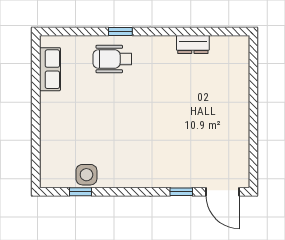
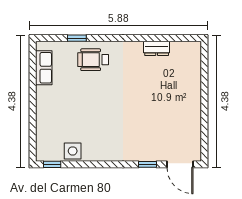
window: (120, 32) -> (77, 38), moved
window: (80, 192) -> (52, 164), moved

